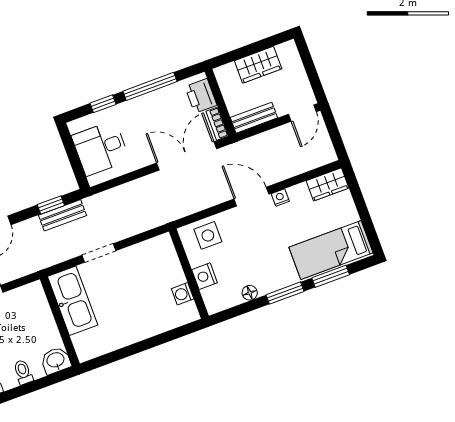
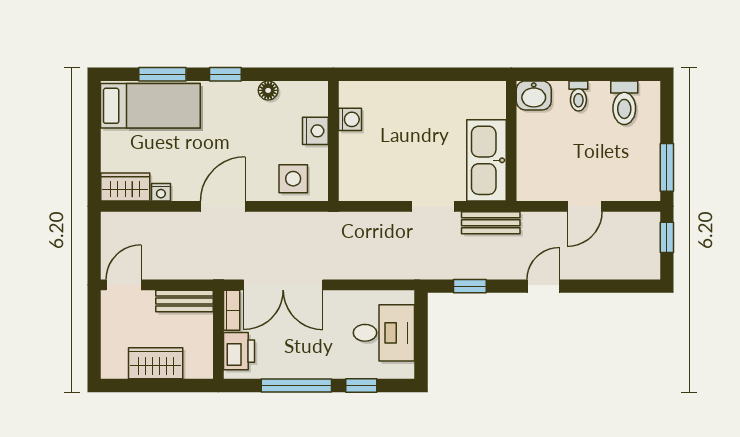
door: (251, 197) -> (223, 206), swing flipped
nightstand: (280, 198) -> (161, 192), moved
bench: (62, 215) -> (491, 223), moved
window: (285, 293) -> (225, 74), width x0.67

